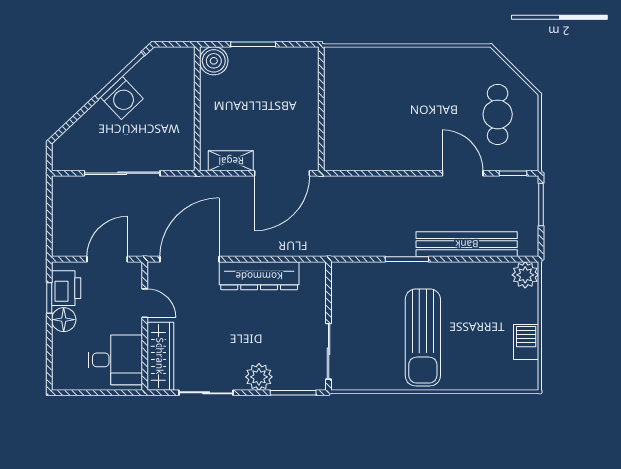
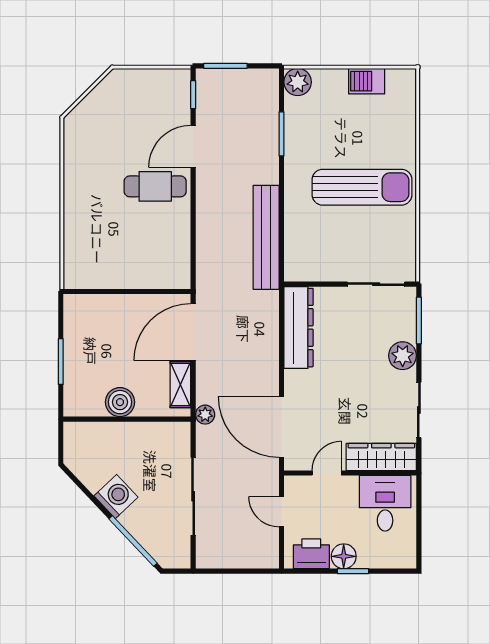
boiler: (214, 61) -> (120, 402), moved
window: (120, 76) -> (133, 541), moved
cafe table: (498, 114) -> (155, 186), moved
door: (282, 173) -> (193, 332), swing flipped
plant: (202, 185) -> (205, 415), added
bench: (467, 244) -> (266, 237), moved
door: (107, 259) -> (282, 512), width x0.73
window: (407, 259) -> (282, 134), moved
dresser: (259, 276) -> (299, 328), moved
window: (49, 298) -> (353, 571), moved

